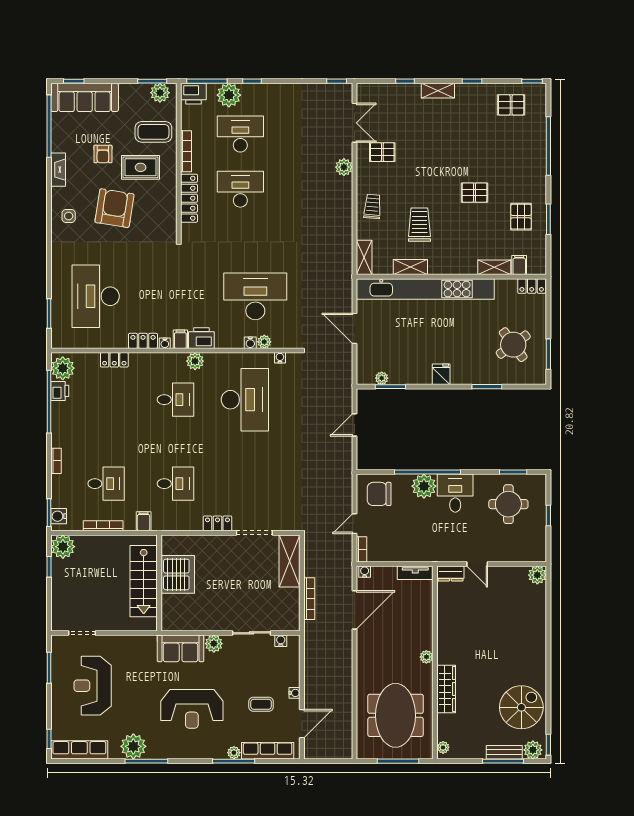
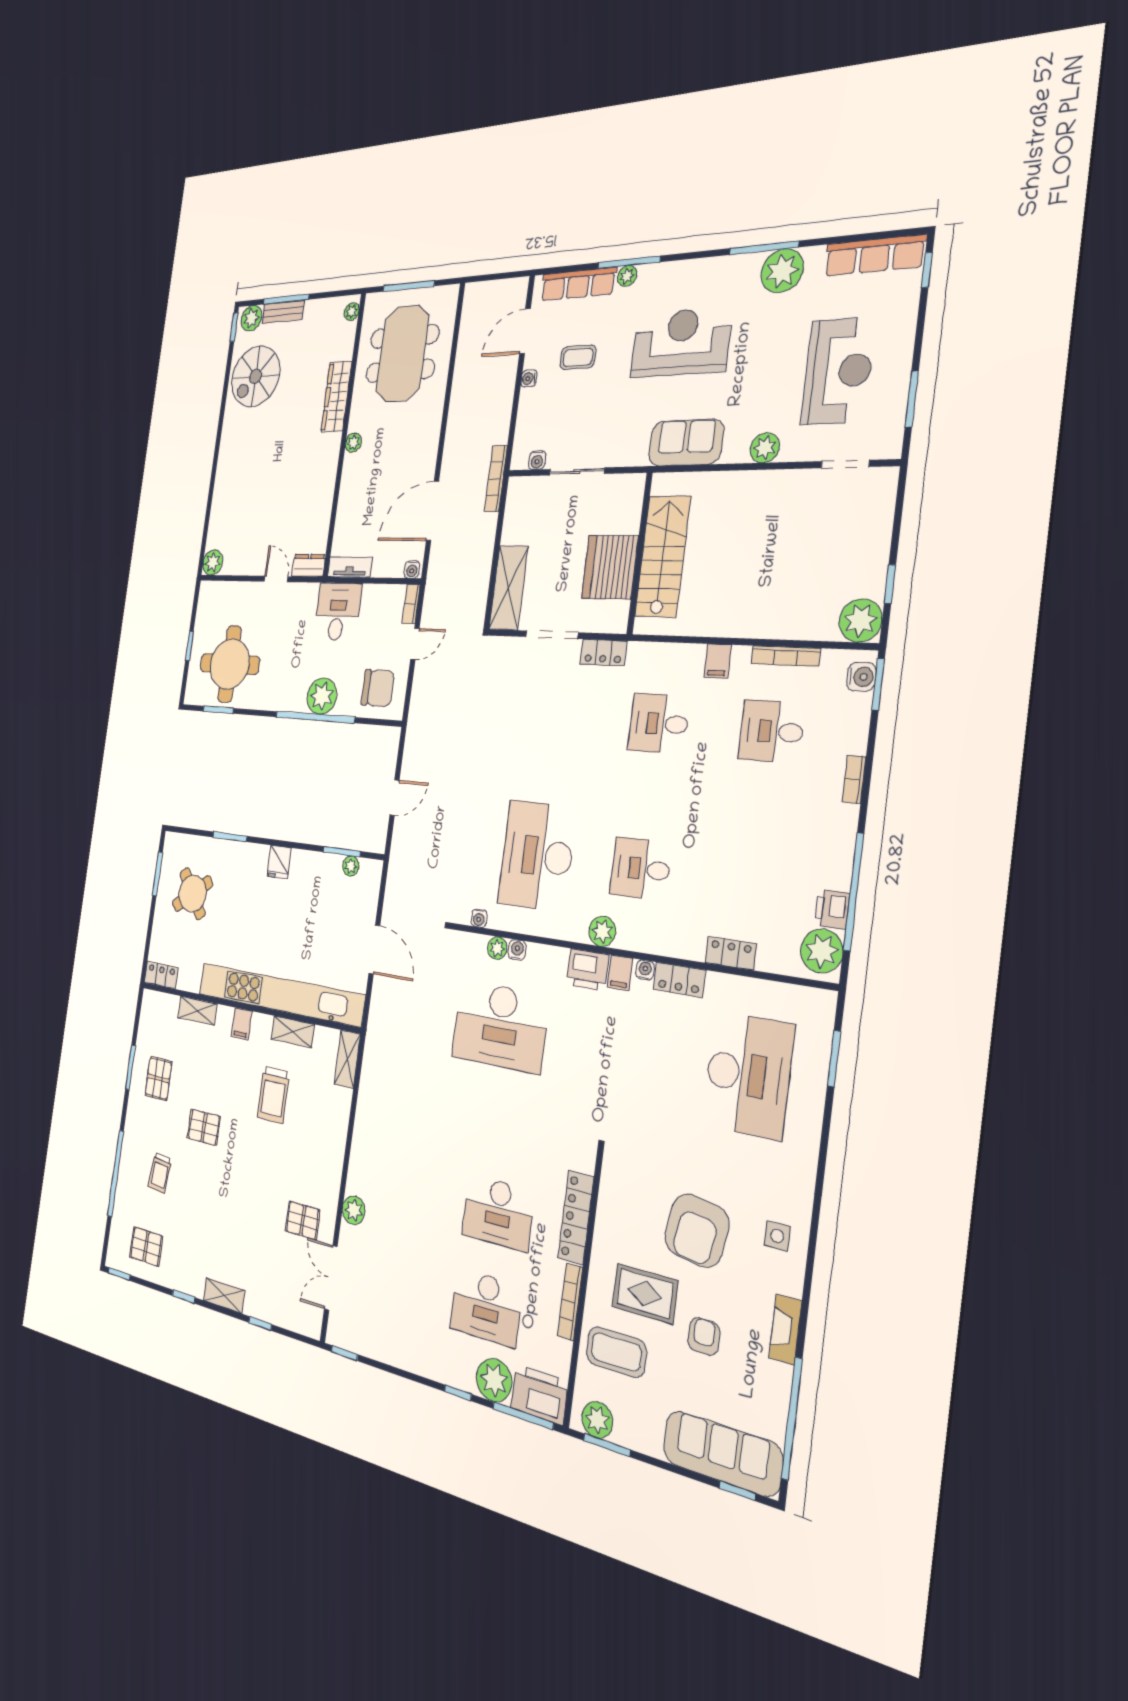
printer: (193, 94) -> (539, 1395), width x1.37, depth x1.19
trolley: (372, 206) -> (160, 1173), moved
filing cabinet: (519, 265) -> (241, 1024), moved
desk: (455, 493) -> (338, 612), moved, turned 180
round table: (508, 504) -> (230, 664), width x1.36, depth x1.36
server rack: (178, 574) -> (610, 567), moved
stairs: (144, 581) -> (663, 556), moved
wall: (159, 583) -> (640, 553), moved
bookcase: (309, 599) -> (496, 479), moved
plant: (214, 644) -> (765, 448), moved

